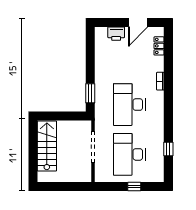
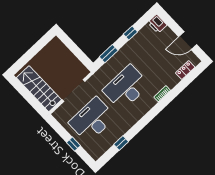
printer: (116, 34) -> (157, 24), moved
window: (90, 61) -> (130, 33), added
stairs: (47, 146) -> (39, 89), moved, turned -90

